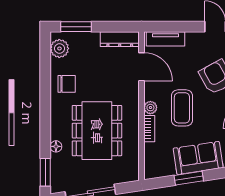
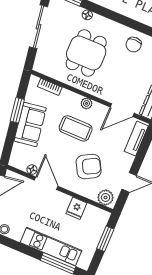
bookcase: (149, 129) -> (50, 87), moved
dining table: (97, 131) -> (86, 53), width x0.73

